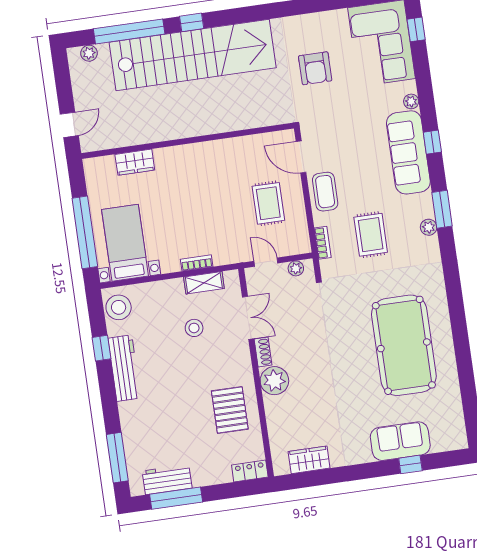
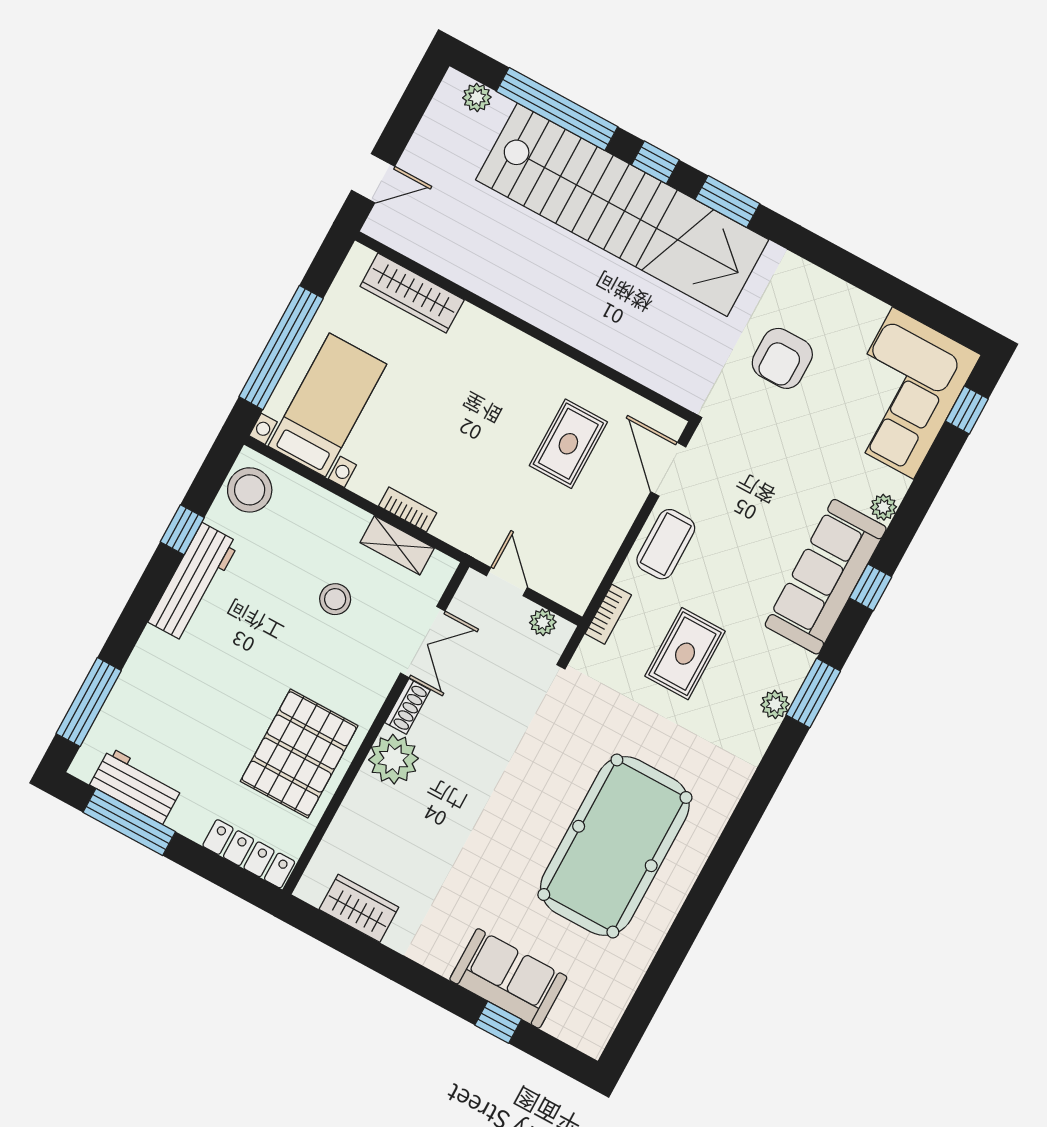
window: (237, 16) -> (727, 201), added
wardrobe: (135, 162) -> (412, 293), width x1.50
rug: (268, 203) -> (568, 444), moved
pallet: (230, 410) -> (299, 754), width x1.37, depth x1.41
locker: (250, 471) -> (249, 854), width x1.53

